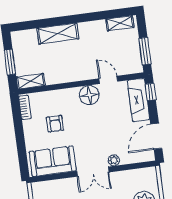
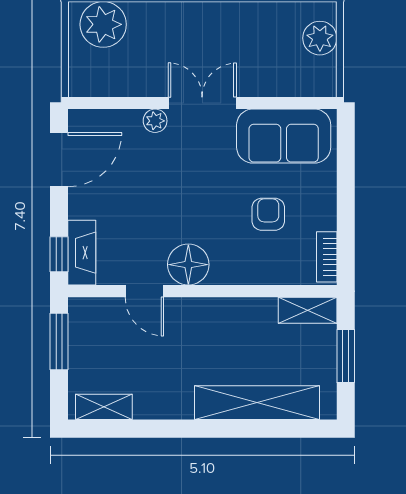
shelving: (58, 34) -> (257, 403), width x1.47
fireplace: (139, 100) -> (82, 253), width x0.73, depth x0.76

